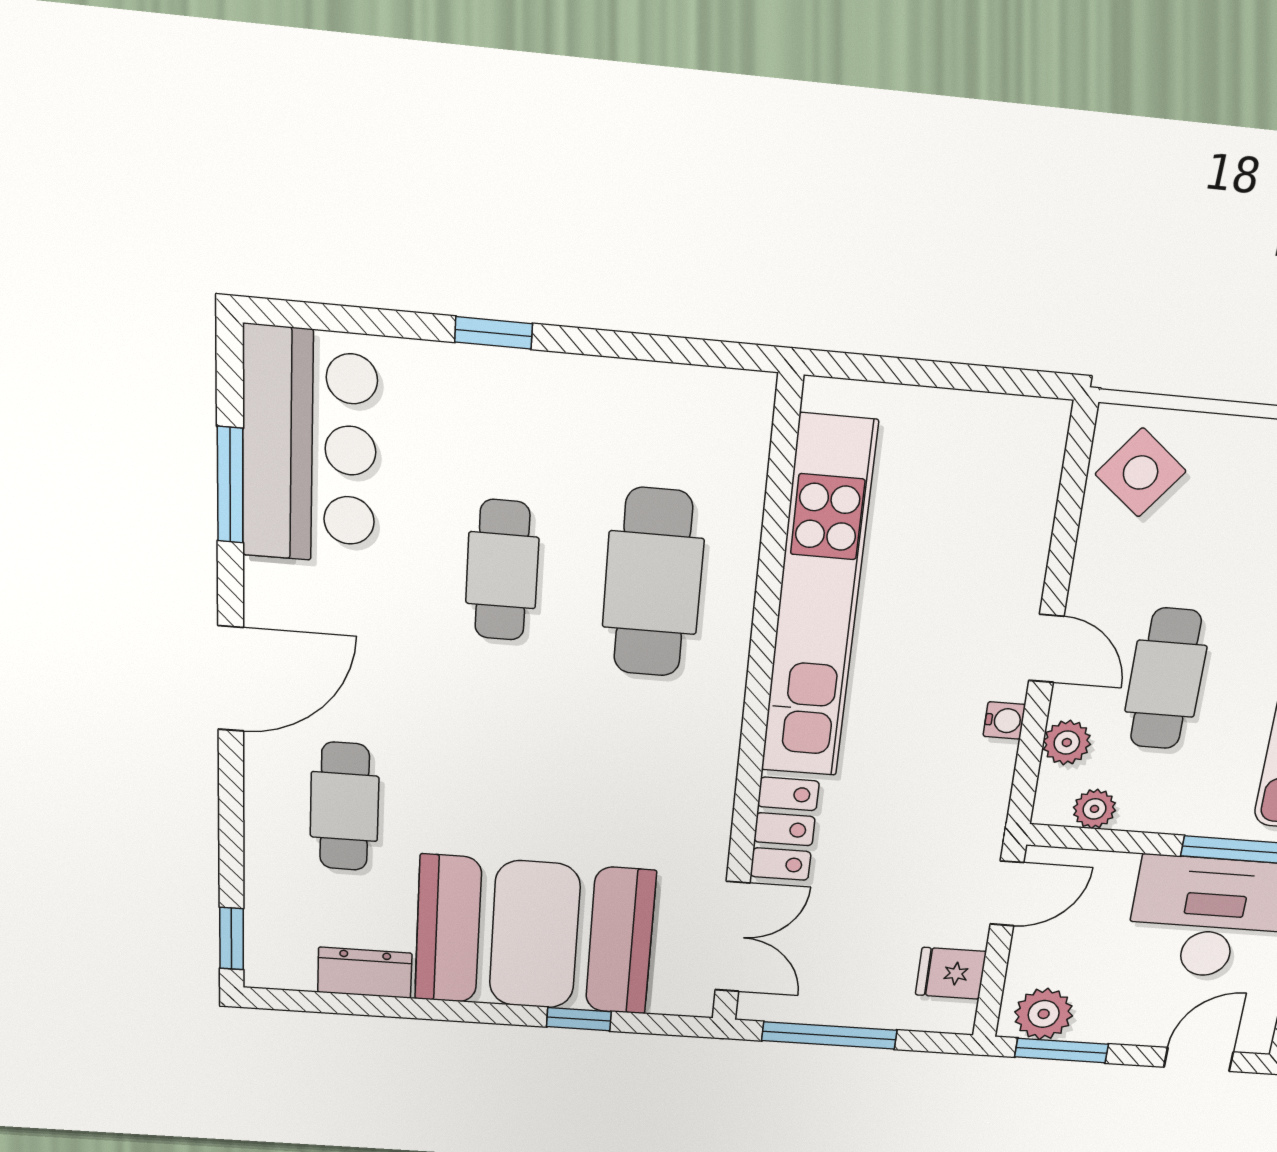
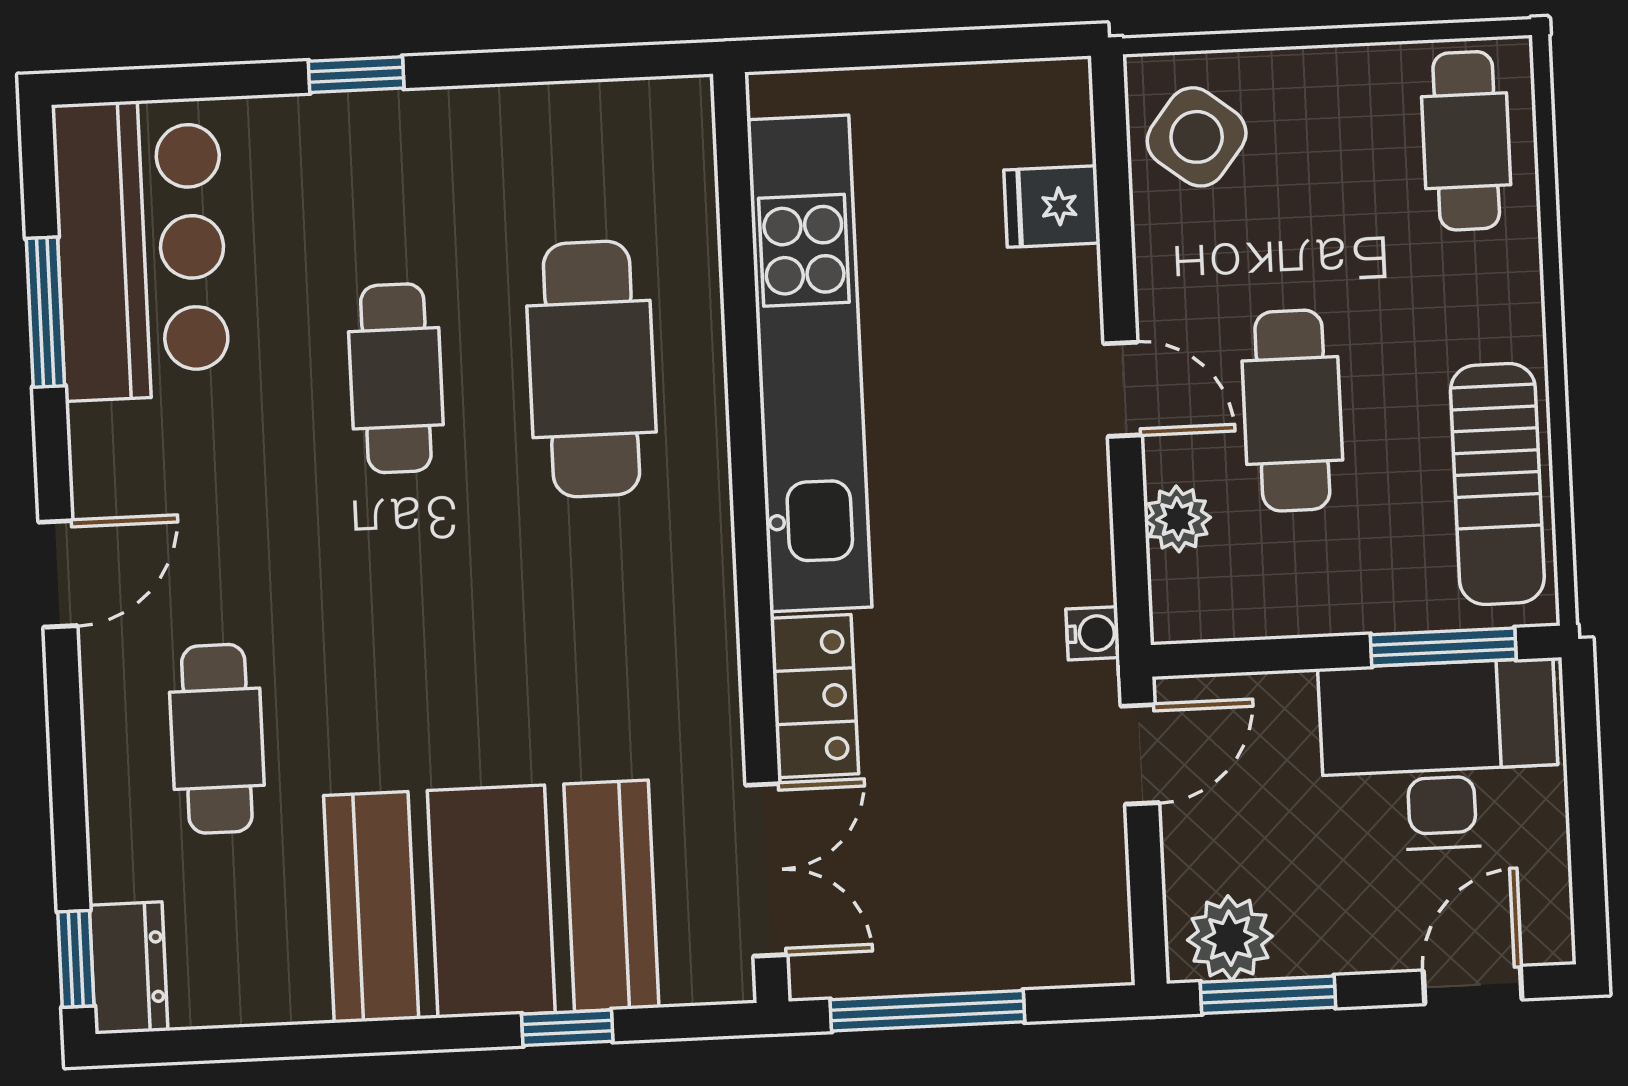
door: (231, 679) -> (58, 574), width x0.73
water cooler: (1004, 720) -> (1093, 633), moved
plant: (1094, 809) -> (1236, 611), removed
dresser: (365, 973) -> (129, 968), moved, turned 90
fridge: (951, 973) -> (1052, 207), moved

